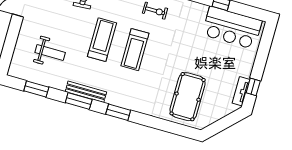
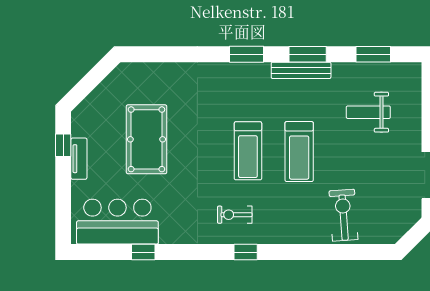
treadmill: (135, 50) -> (248, 151), turned 180
tv unit: (241, 91) -> (79, 159), moved
pool table: (188, 97) -> (146, 139), moved

